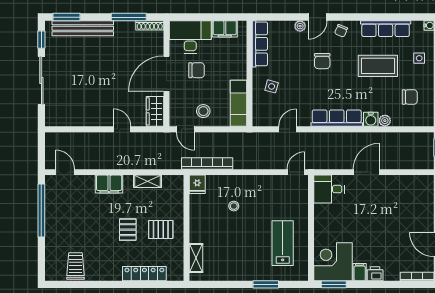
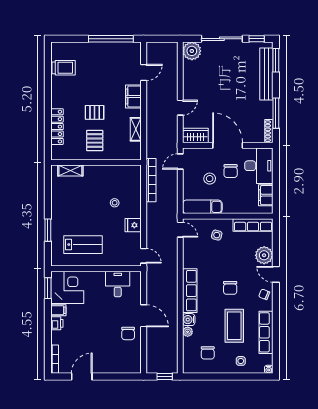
plant: (300, 26) -> (264, 255), width x1.88, depth x1.88
chair: (322, 61) -> (230, 288), moved, turned -90
stool: (203, 111) -> (210, 179), moved
plant: (56, 116) -> (192, 51), added
door: (288, 129) -> (180, 230), moved
door: (65, 172) -> (144, 73), moved
fridge: (197, 184) -> (133, 225), moved
desk: (329, 189) -> (118, 284), moved
chair: (387, 190) -> (128, 333), added

